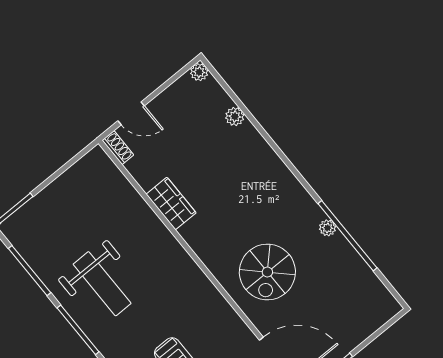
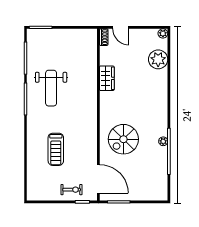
plant: (235, 117) -> (158, 59), width x1.87, depth x1.87

